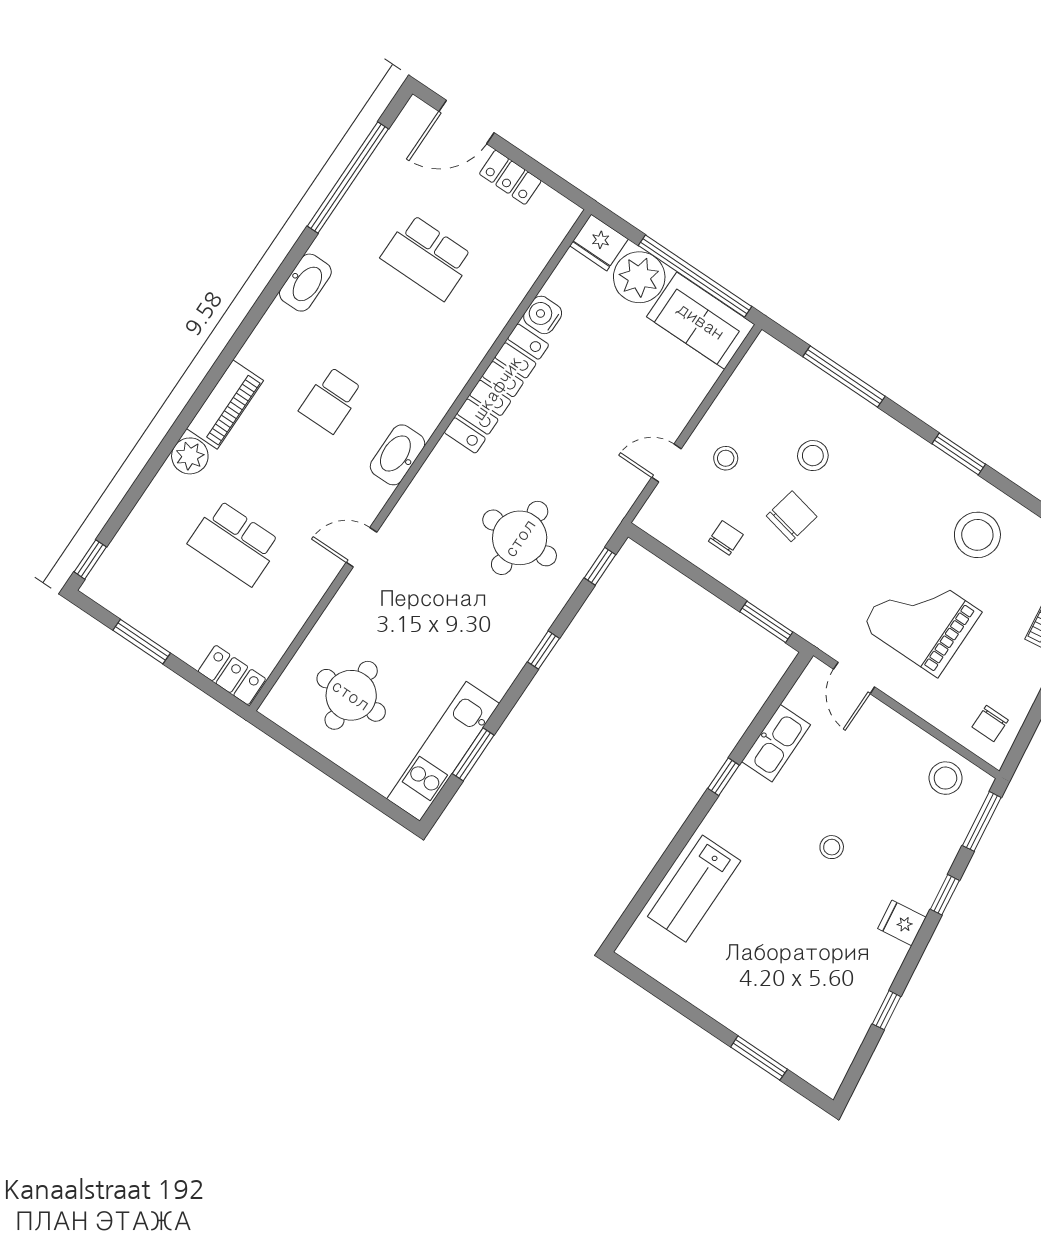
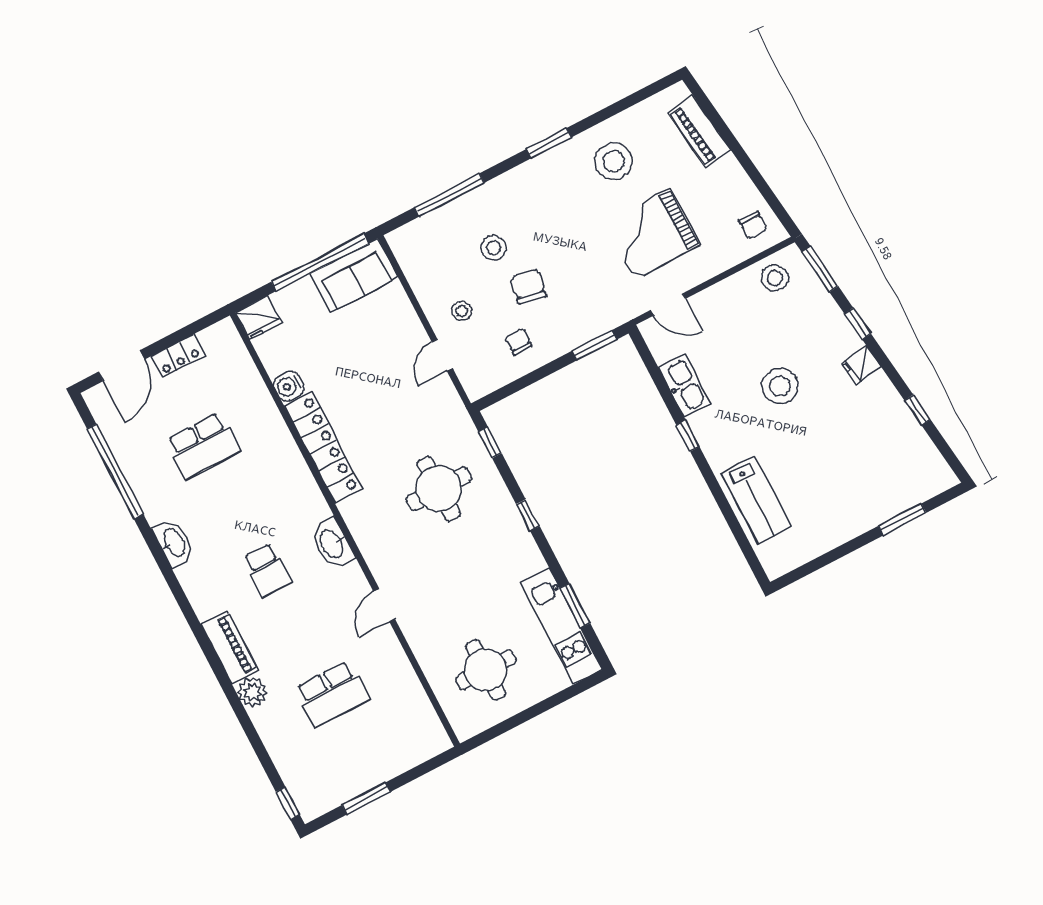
plant: (639, 277) -> (299, 303), removed
locker: (232, 675) -> (425, 747), removed
stool: (832, 847) -> (780, 386), width x1.89, depth x1.89

